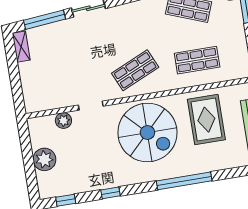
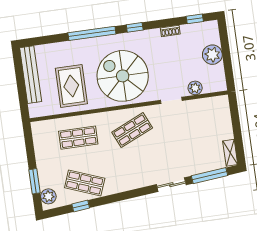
shoe rack: (94, 186) -> (170, 31), added
window: (111, 193) -> (135, 27), moved

